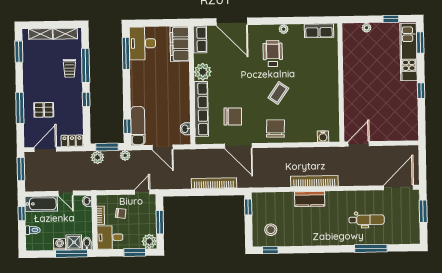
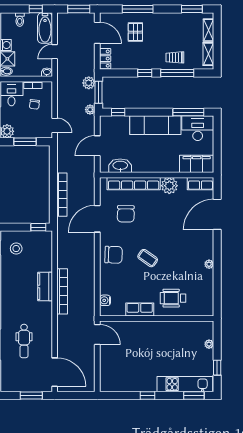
row of seats: (319, 31) -> (140, 309), moved, turned 90
wheelchair: (273, 54) -> (173, 298), moved, turned 180
exam couch: (138, 126) -> (155, 125), moved, width x1.36, depth x1.45
washbasin: (185, 129) -> (120, 166), width x1.91, depth x1.45

